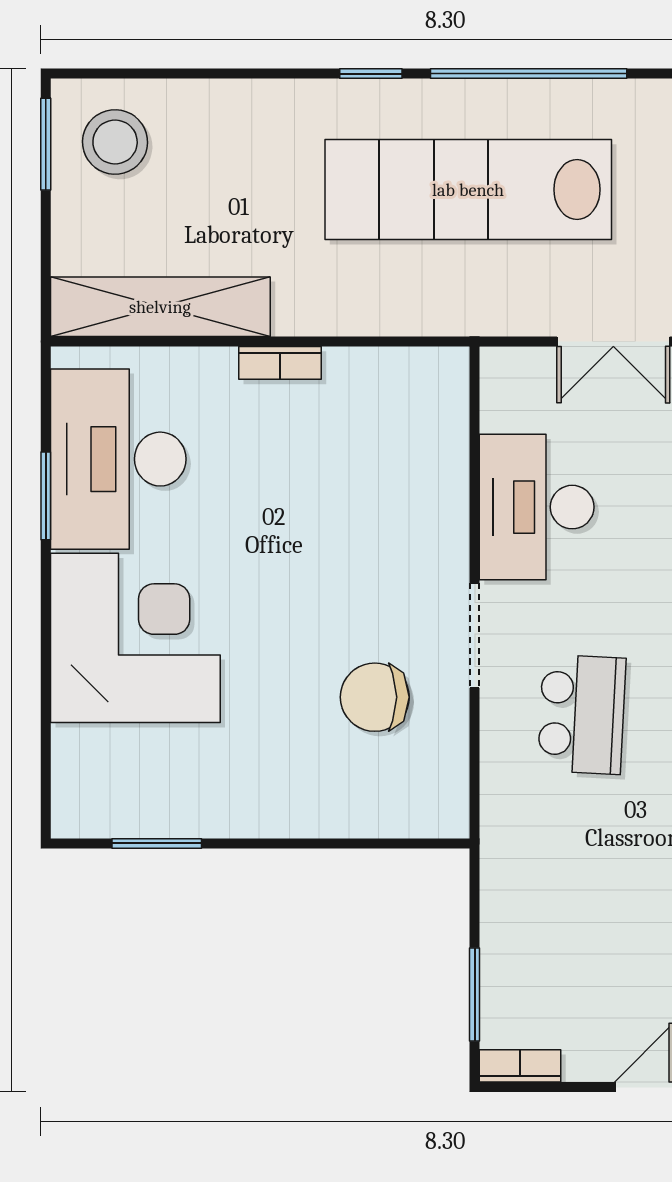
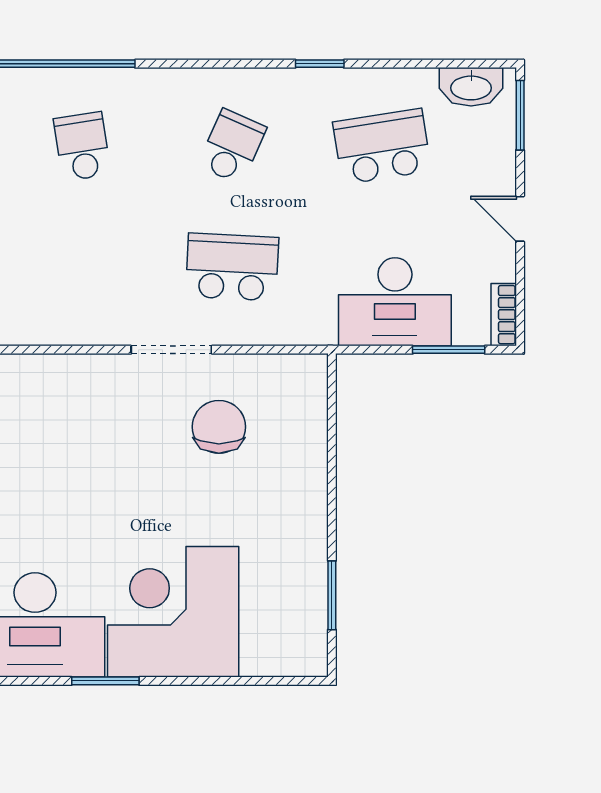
window: (46, 496) -> (105, 681), moved
desk: (537, 507) -> (395, 302), moved
chair: (375, 697) -> (219, 427), turned 180

